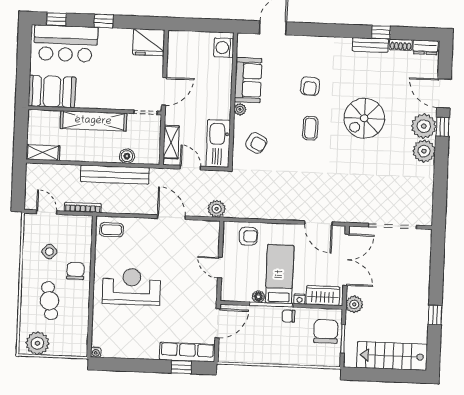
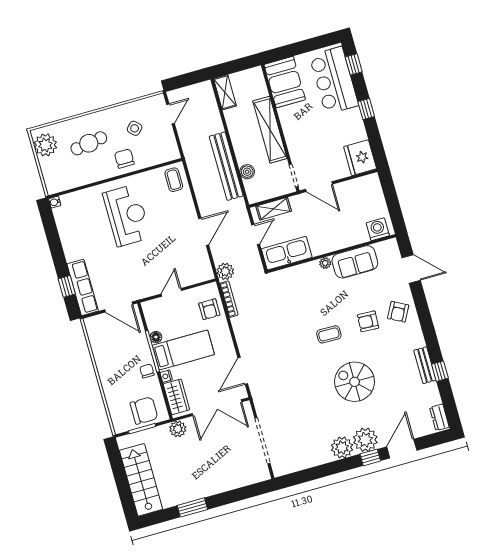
shoe rack: (401, 45) -> (434, 393), removed
armchair: (256, 143) -> (398, 312), moved
bookcase: (83, 207) -> (229, 299), moved
chair: (75, 271) -> (124, 159), turned -90
window: (435, 315) -> (192, 507), width x1.50

